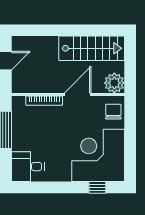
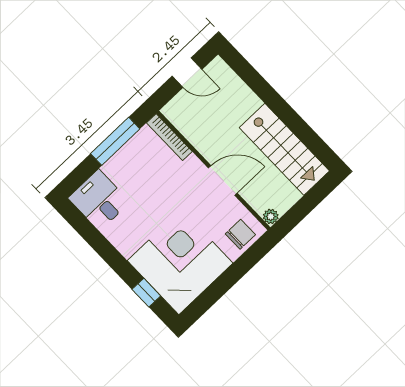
plant: (114, 83) -> (271, 216), width x0.53, depth x0.53
bookcase: (44, 101) -> (169, 137), moved

